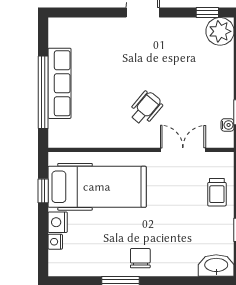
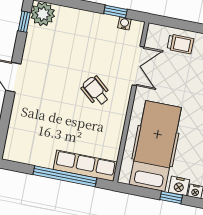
row of seats: (59, 83) -> (85, 166), moved
double door: (183, 150) -> (138, 66), swing flipped
window: (43, 191) -> (171, 197), moved

